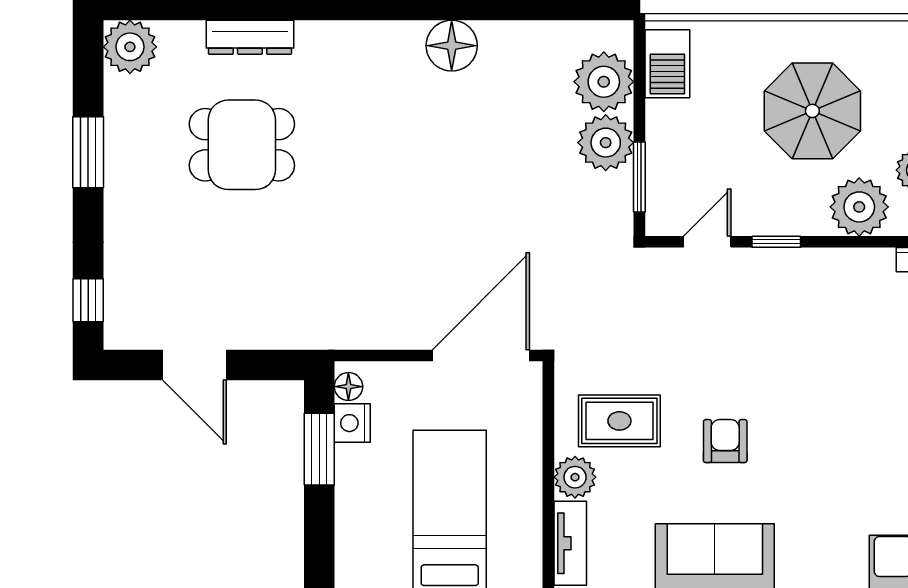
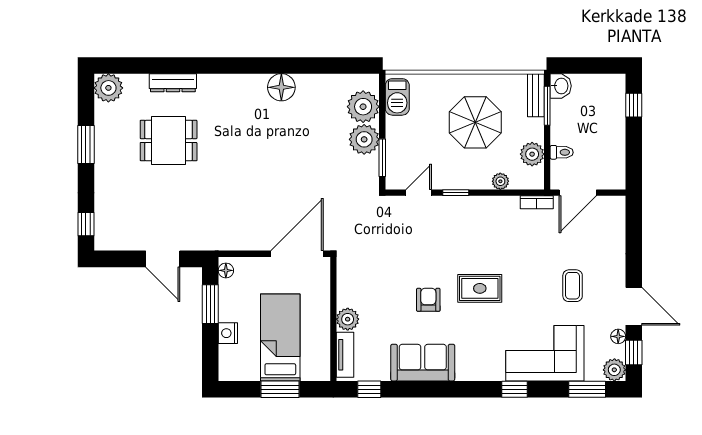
plant: (859, 207) -> (500, 181), width x0.53, depth x0.53
door: (195, 365) -> (163, 259), moved
rug: (619, 421) -> (480, 288), moved
nightstand: (352, 423) -> (228, 333), moved

